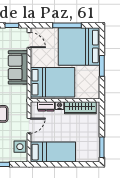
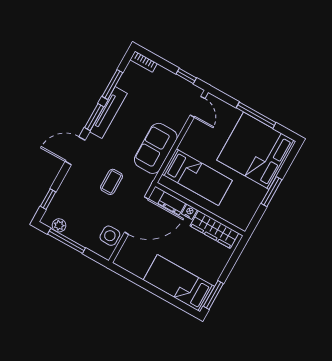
sofa: (18, 67) -> (156, 148), moved
bed: (53, 82) -> (197, 177), width x0.67
door: (29, 126) -> (136, 216), width x1.87
bed: (53, 152) -> (179, 283), moved, turned 180

